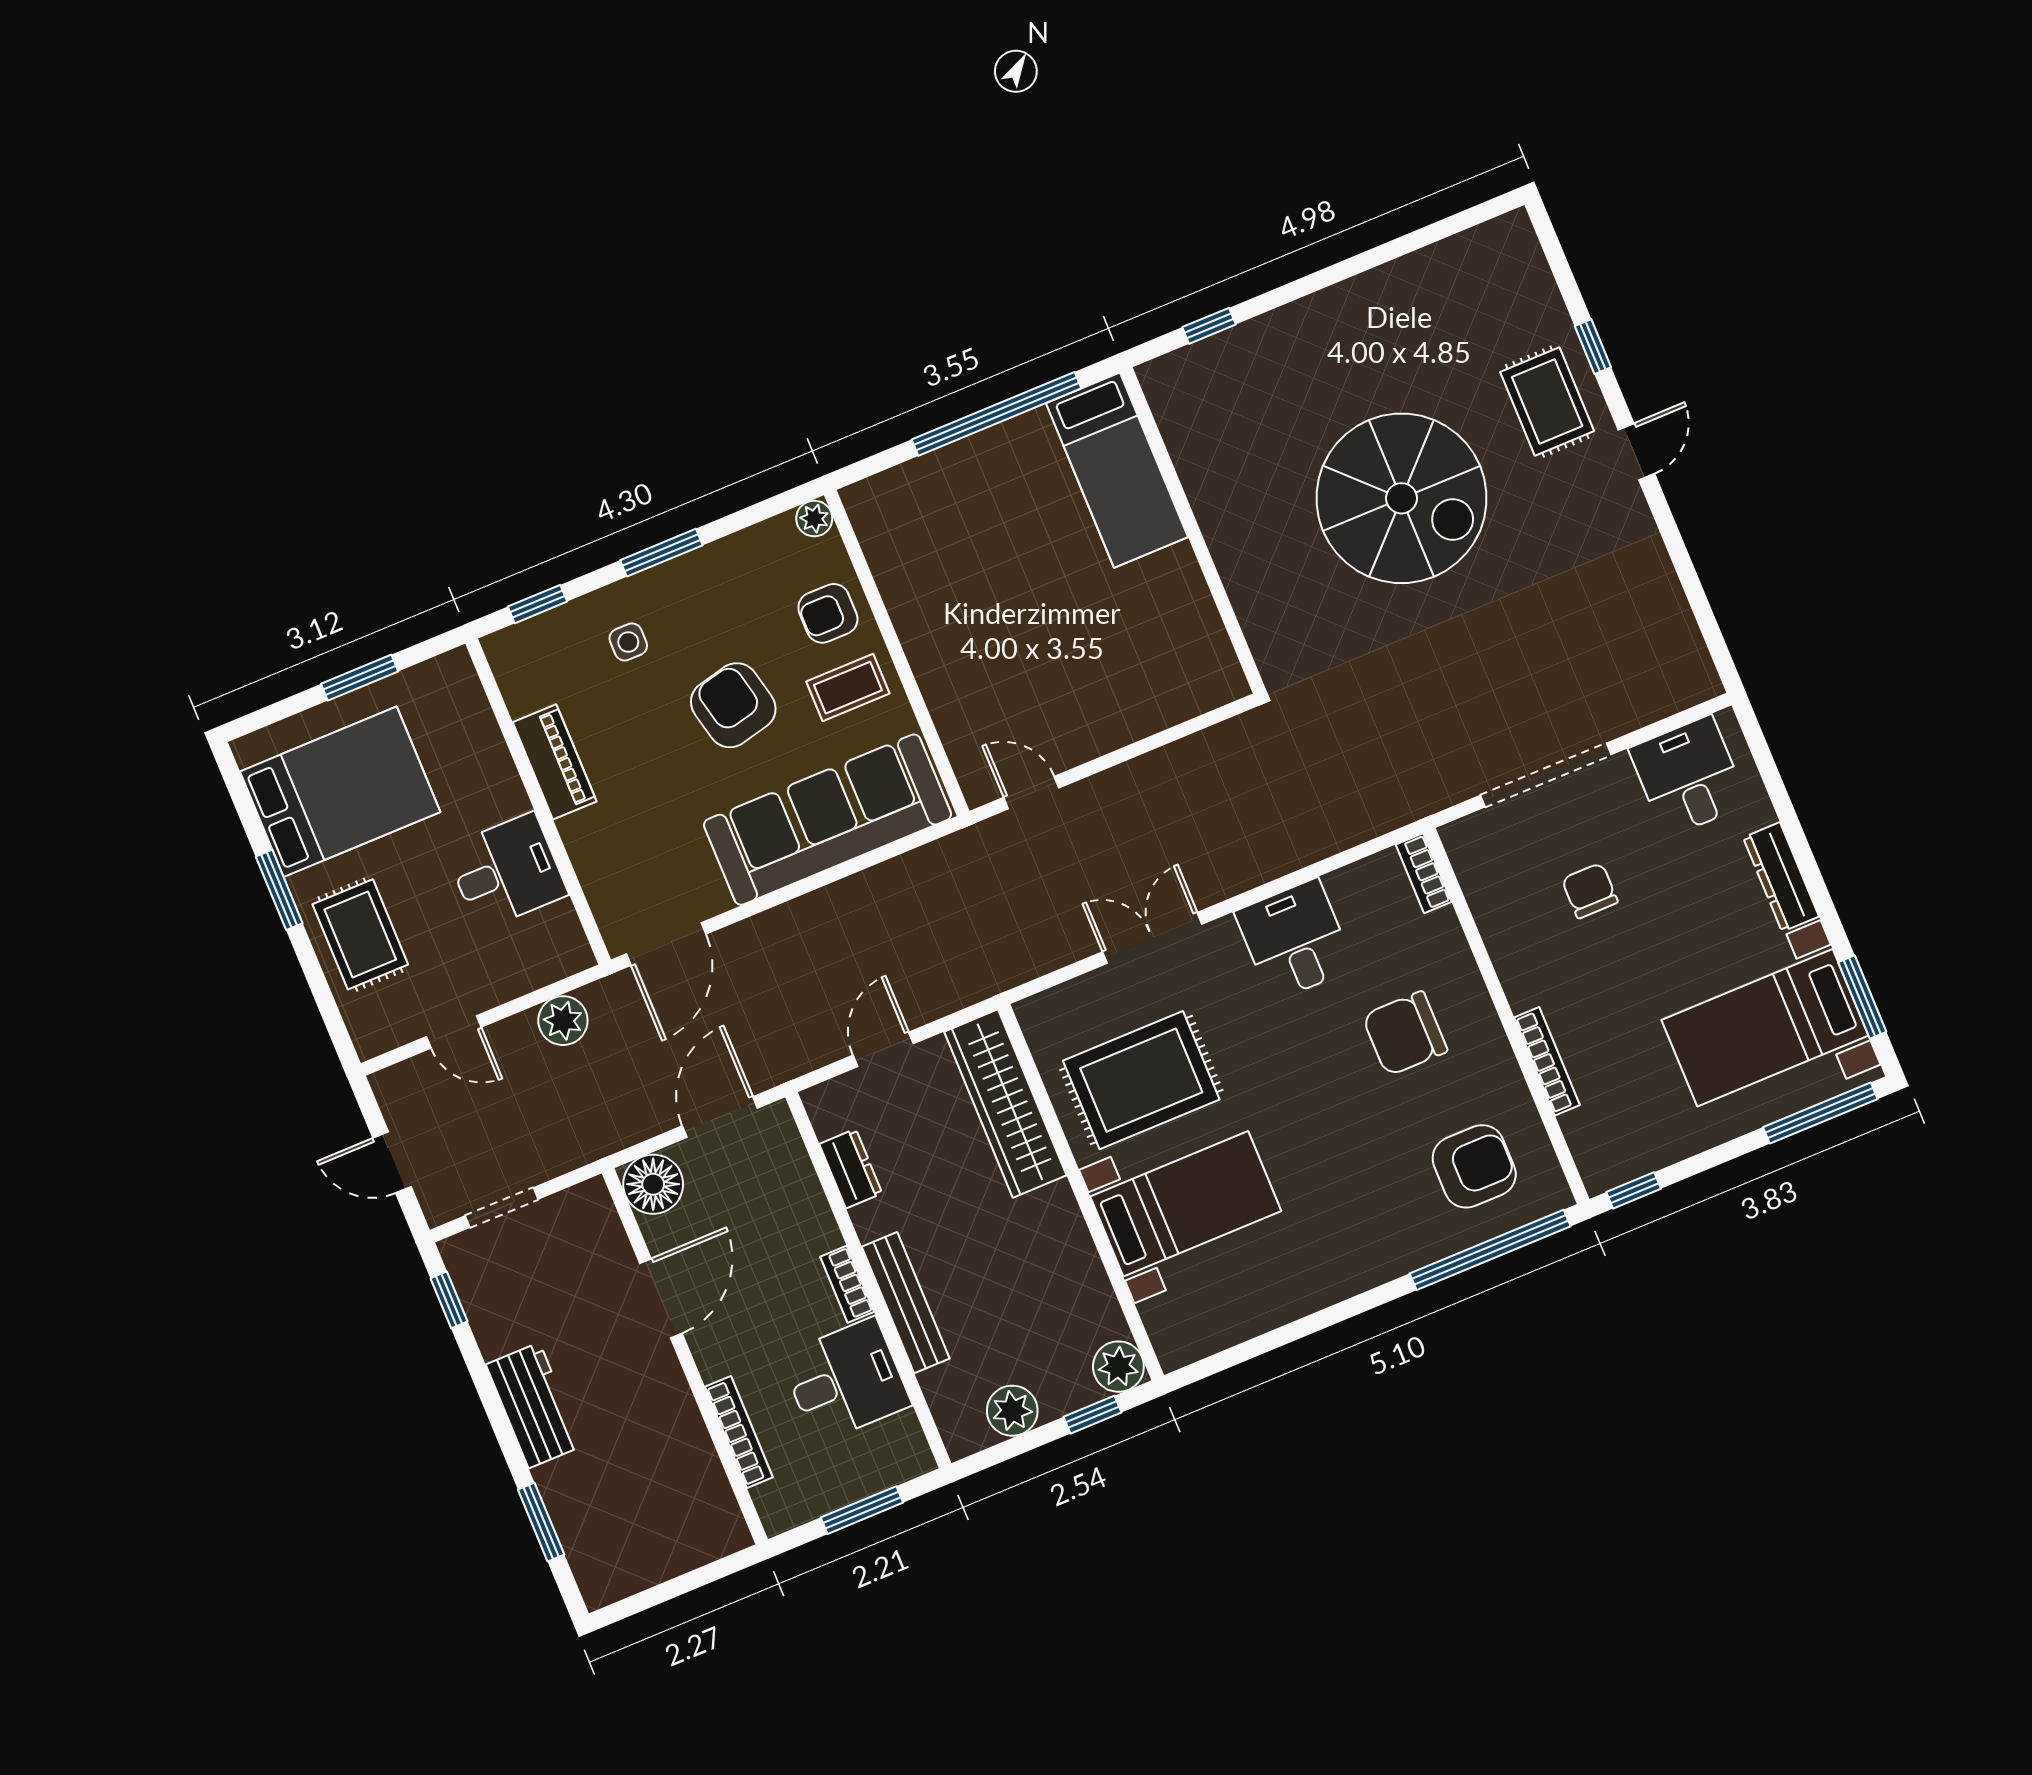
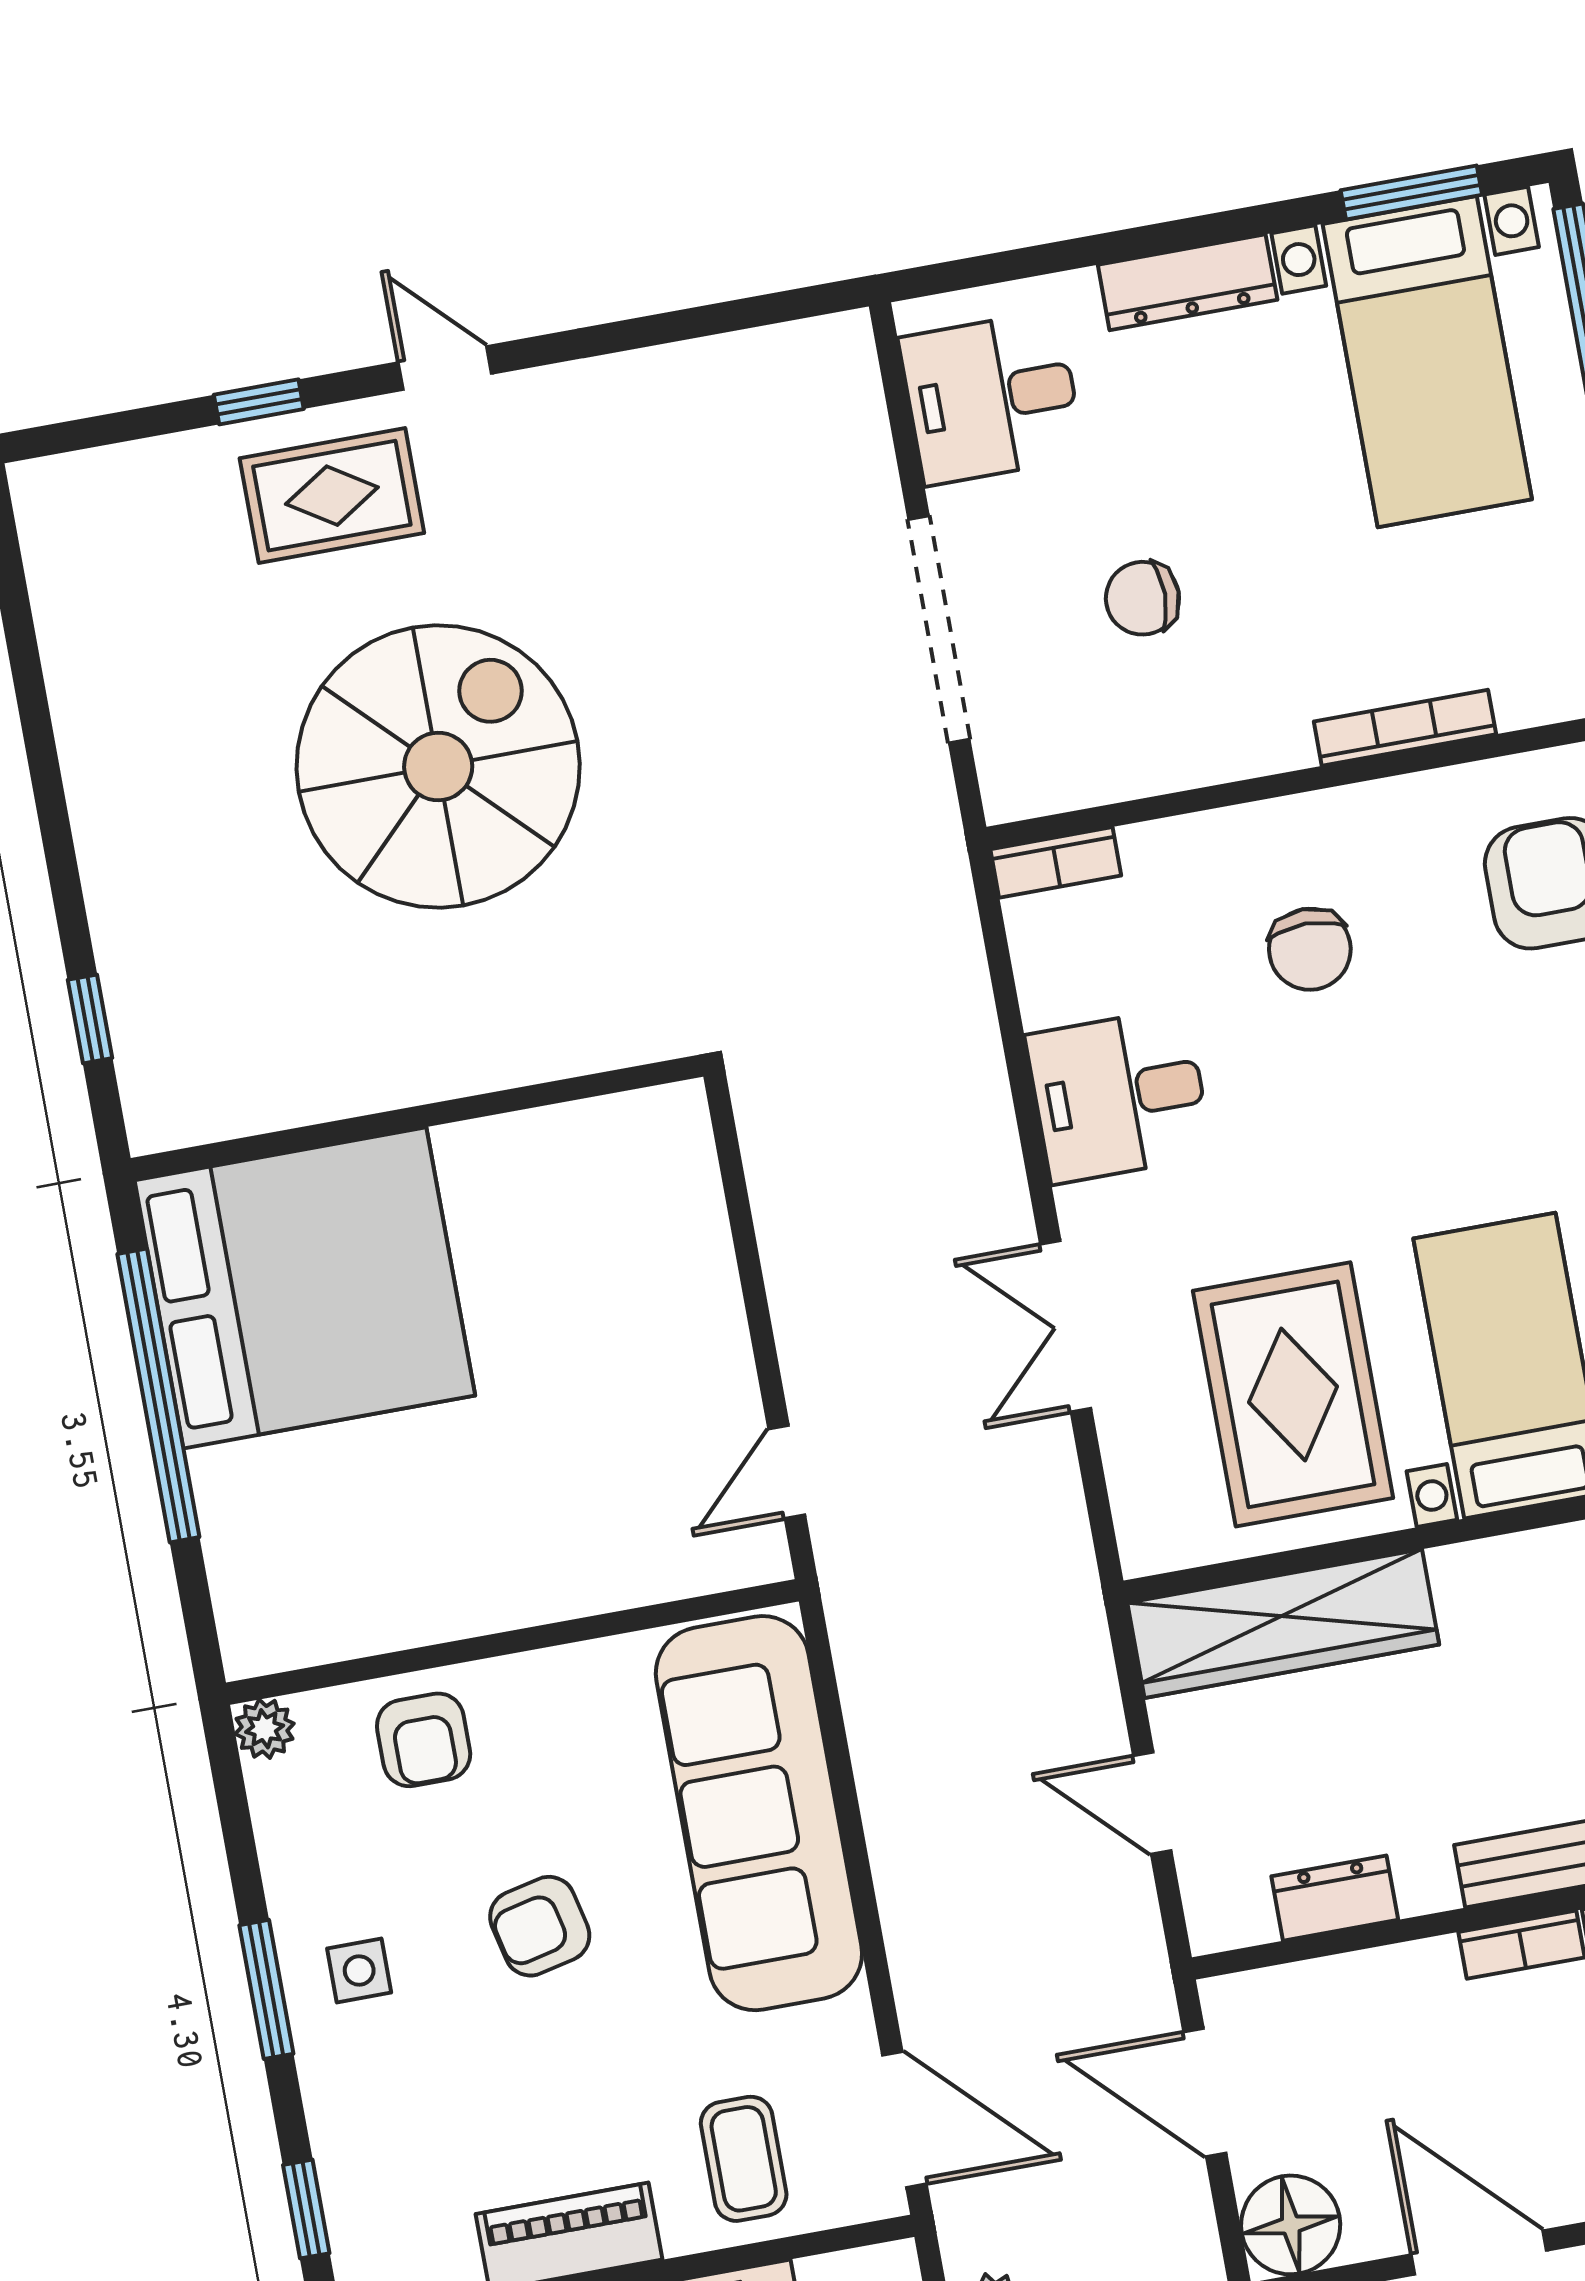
bed: (1117, 470) -> (305, 1288), width x2.04
side table: (628, 642) -> (359, 1971), moved
coffee table: (848, 688) -> (744, 2159), moved
armchair: (733, 705) -> (540, 1926), width x0.72, depth x0.72
chair: (1405, 1033) -> (1310, 949), width x0.73, depth x0.73

